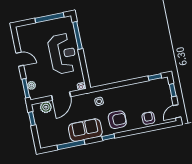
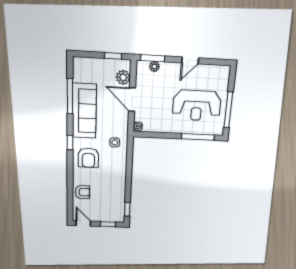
reception desk: (63, 54) -> (197, 105), moved
sofa: (85, 130) -> (84, 111), width x1.36

